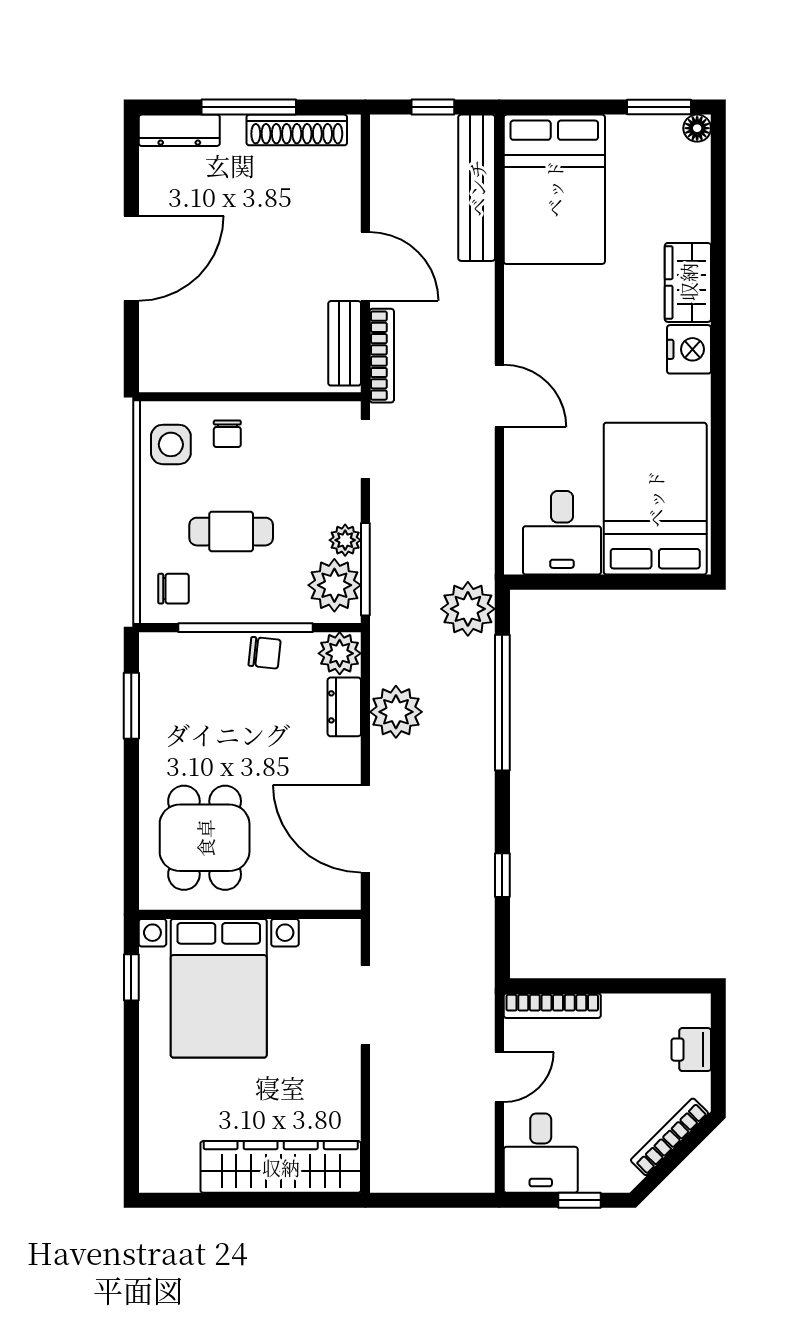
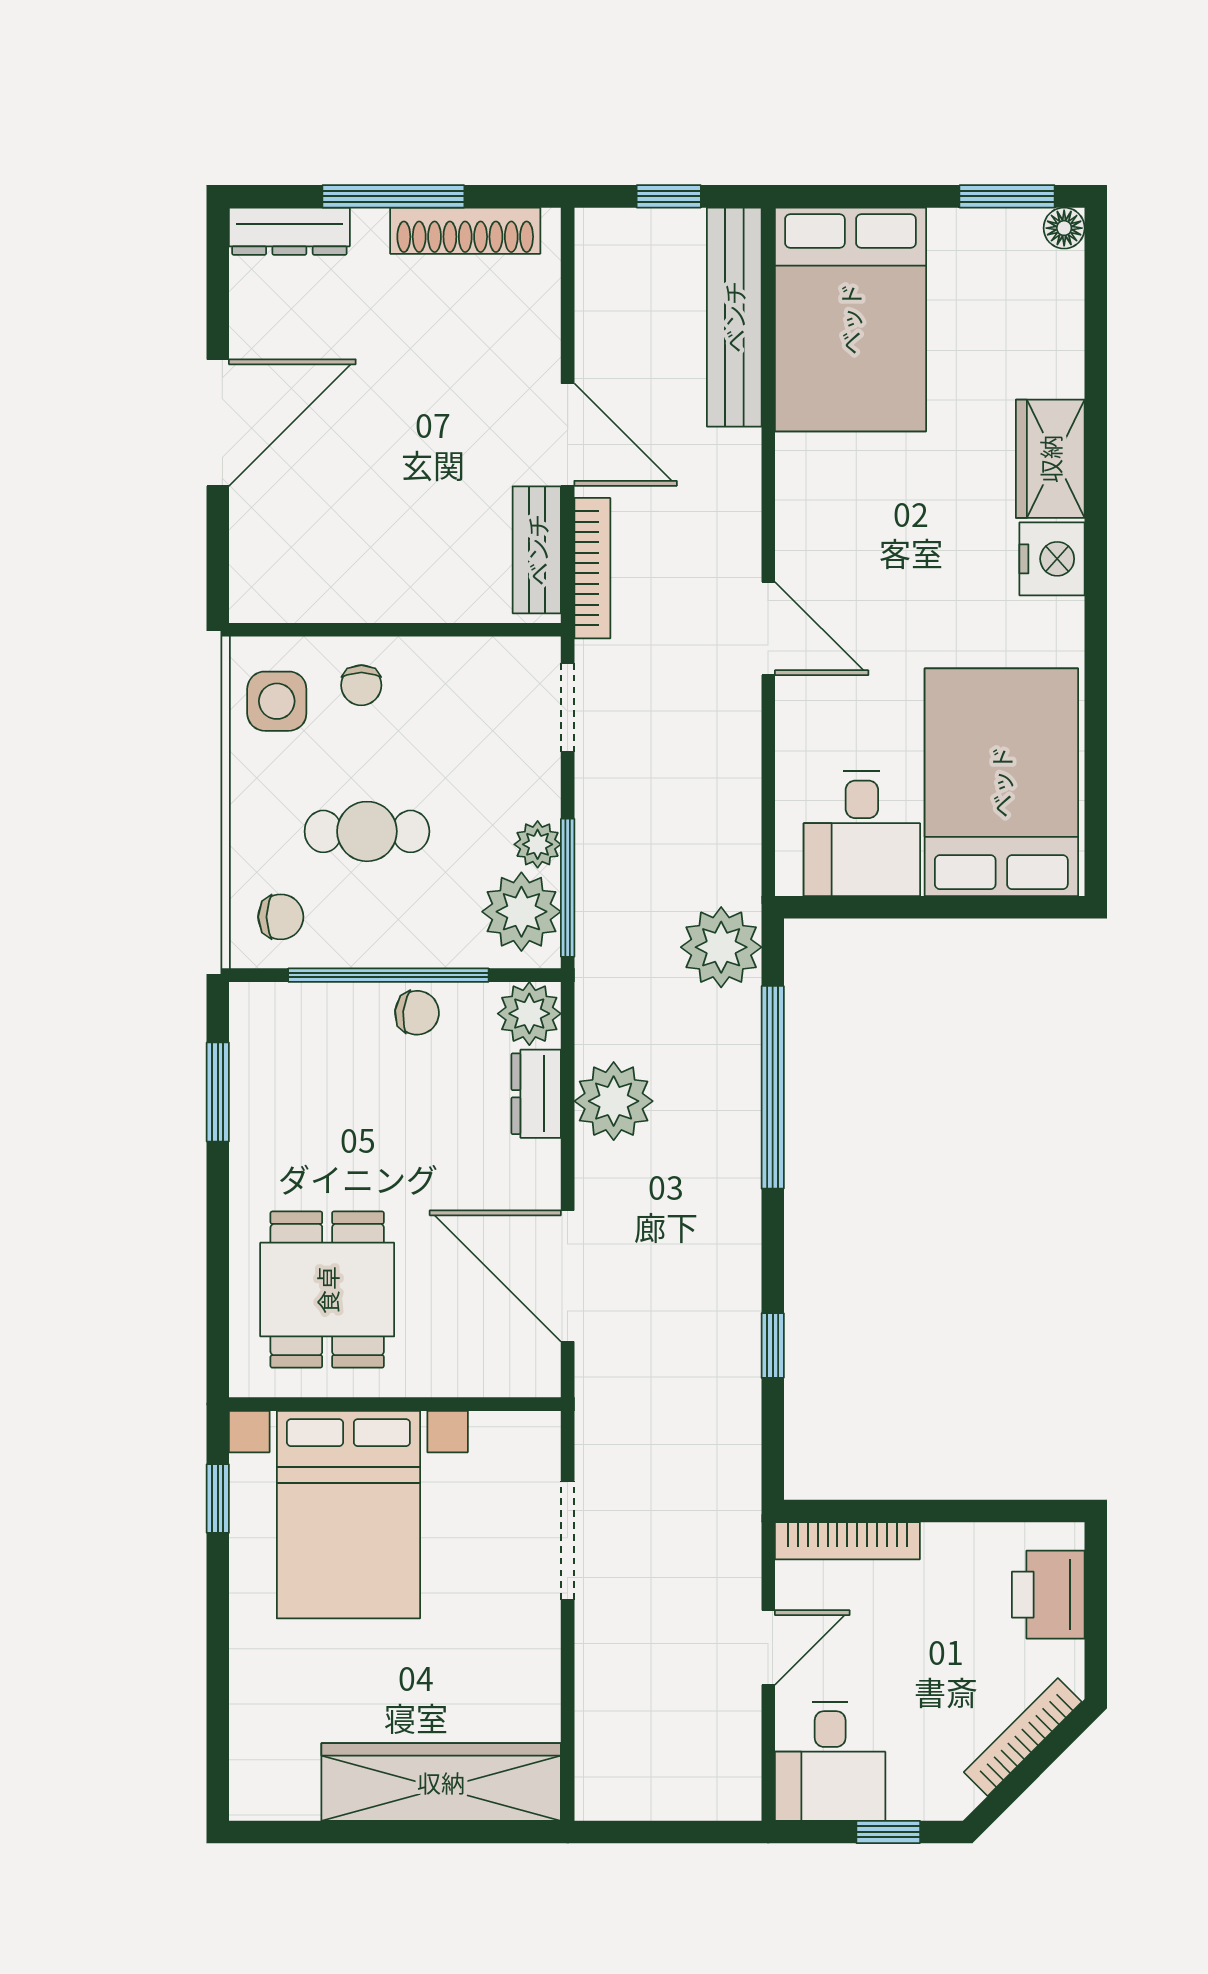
printer: (691, 1050) -> (1048, 1595), width x1.36, depth x1.24

